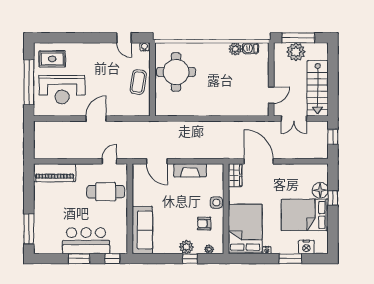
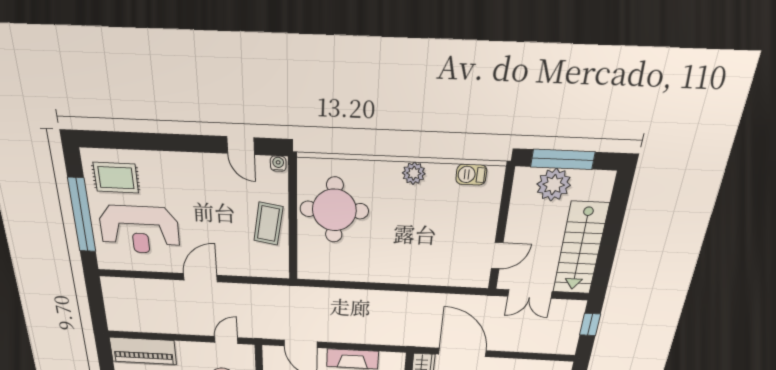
plant: (235, 49) -> (414, 173), moved

